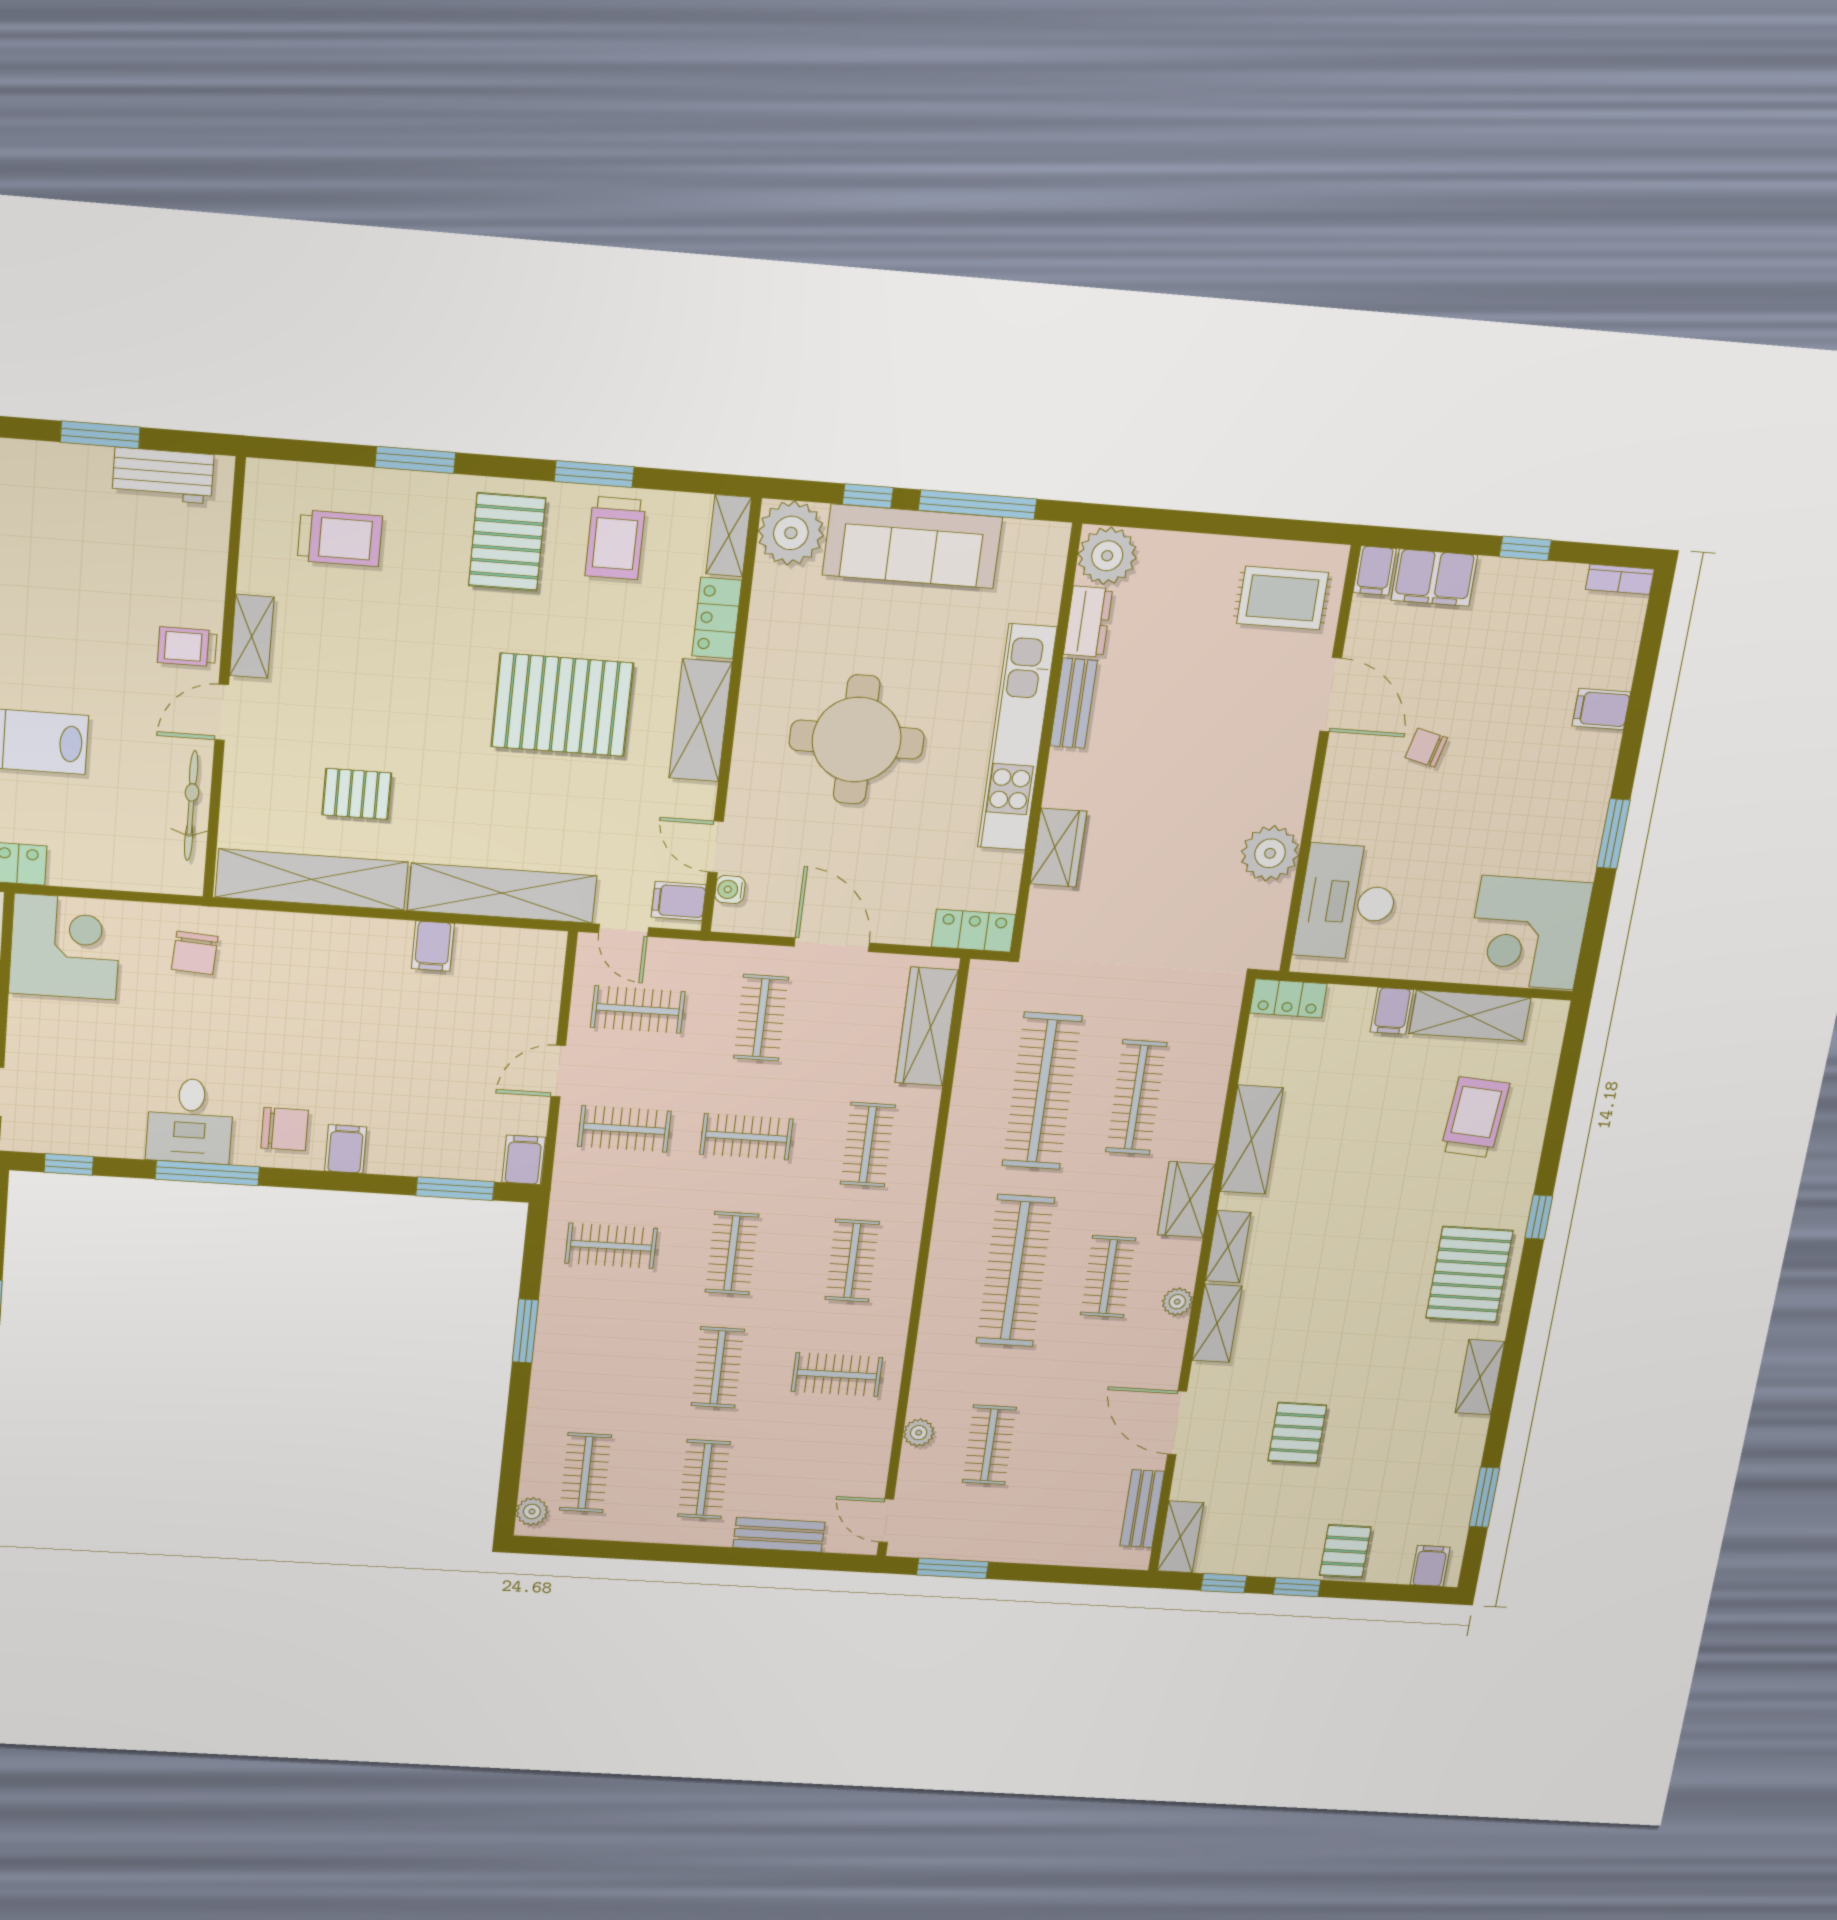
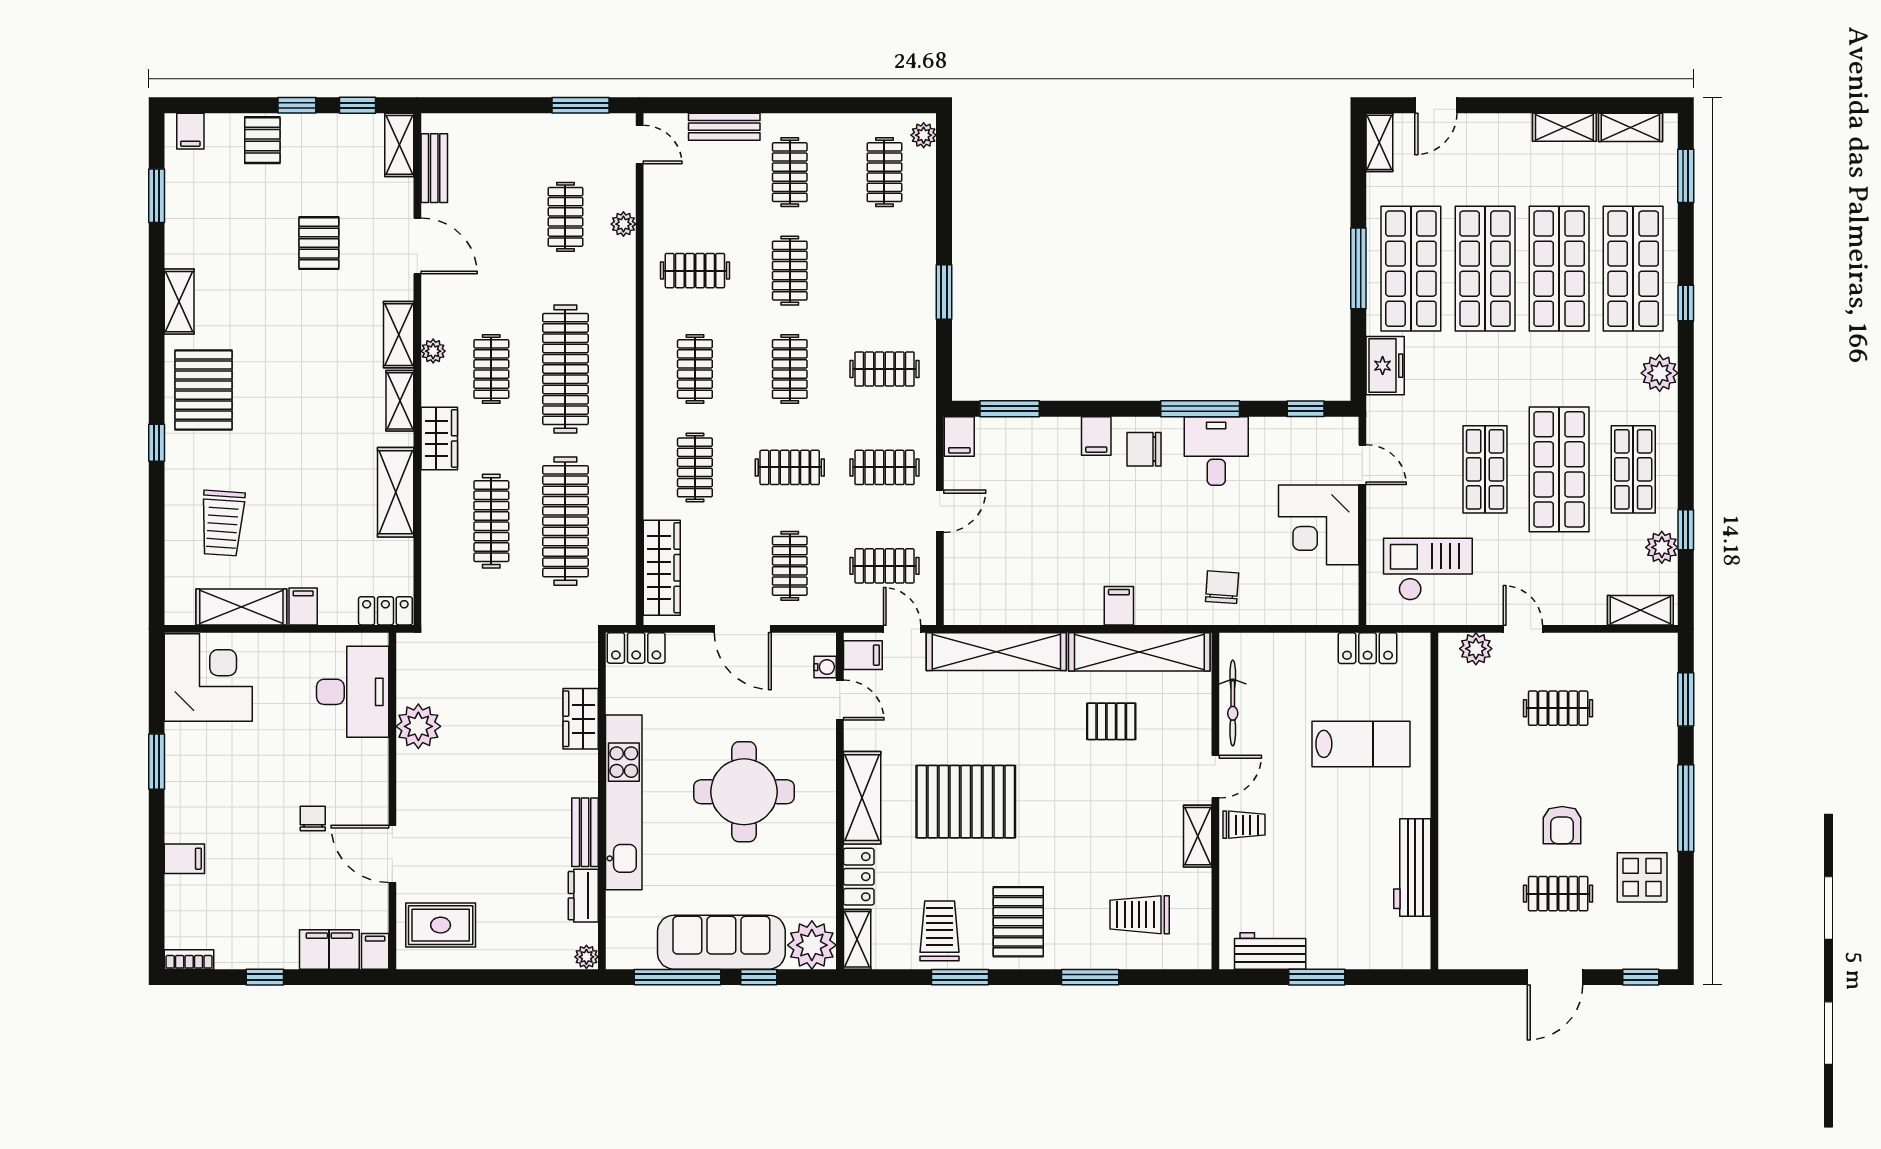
plant: (1107, 556) -> (586, 957), width x0.53, depth x0.53
chair: (1426, 748) -> (313, 818), turned -104
filing cabinet: (433, 946) -> (1119, 606), moved
corner desk: (65, 947) -> (1319, 525), moved

